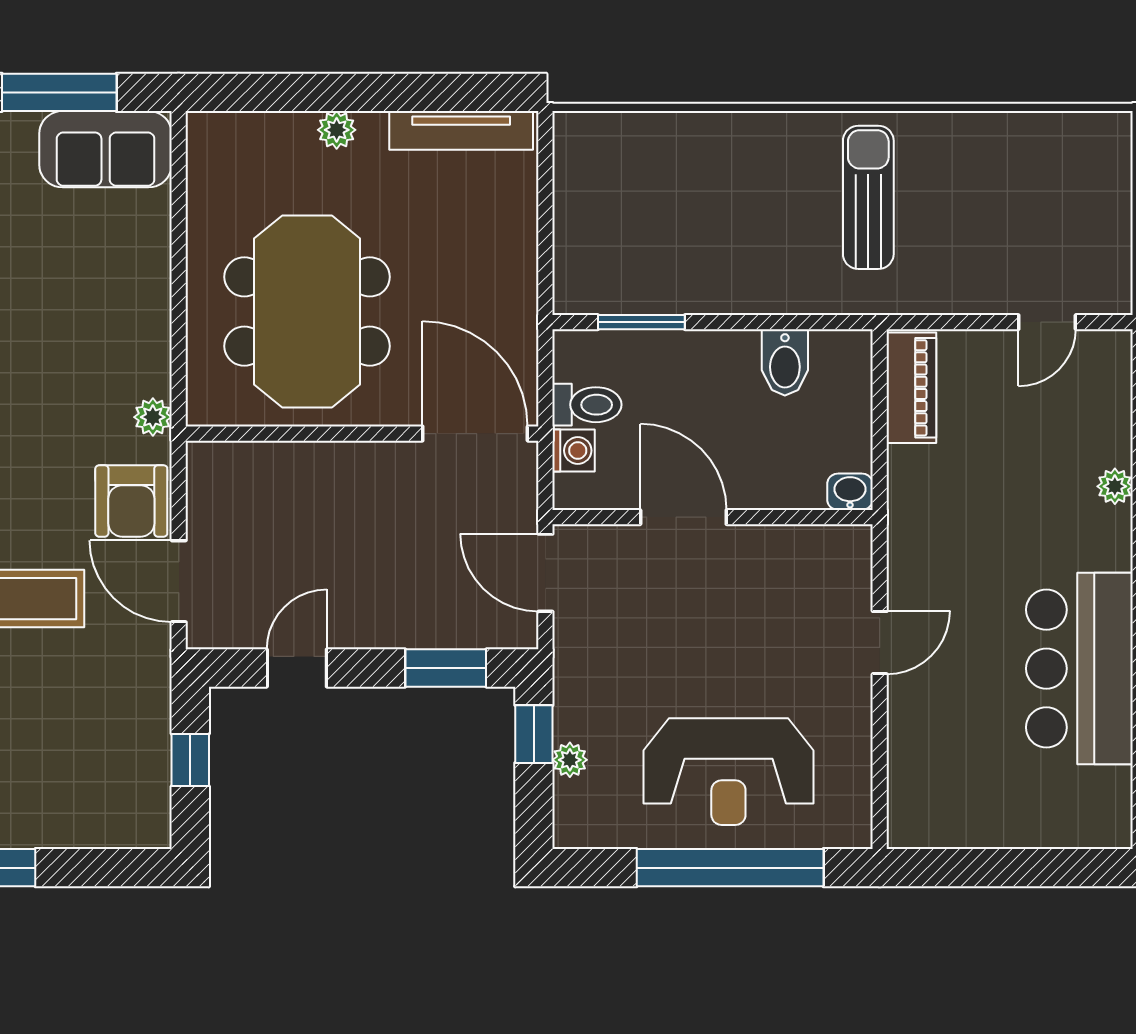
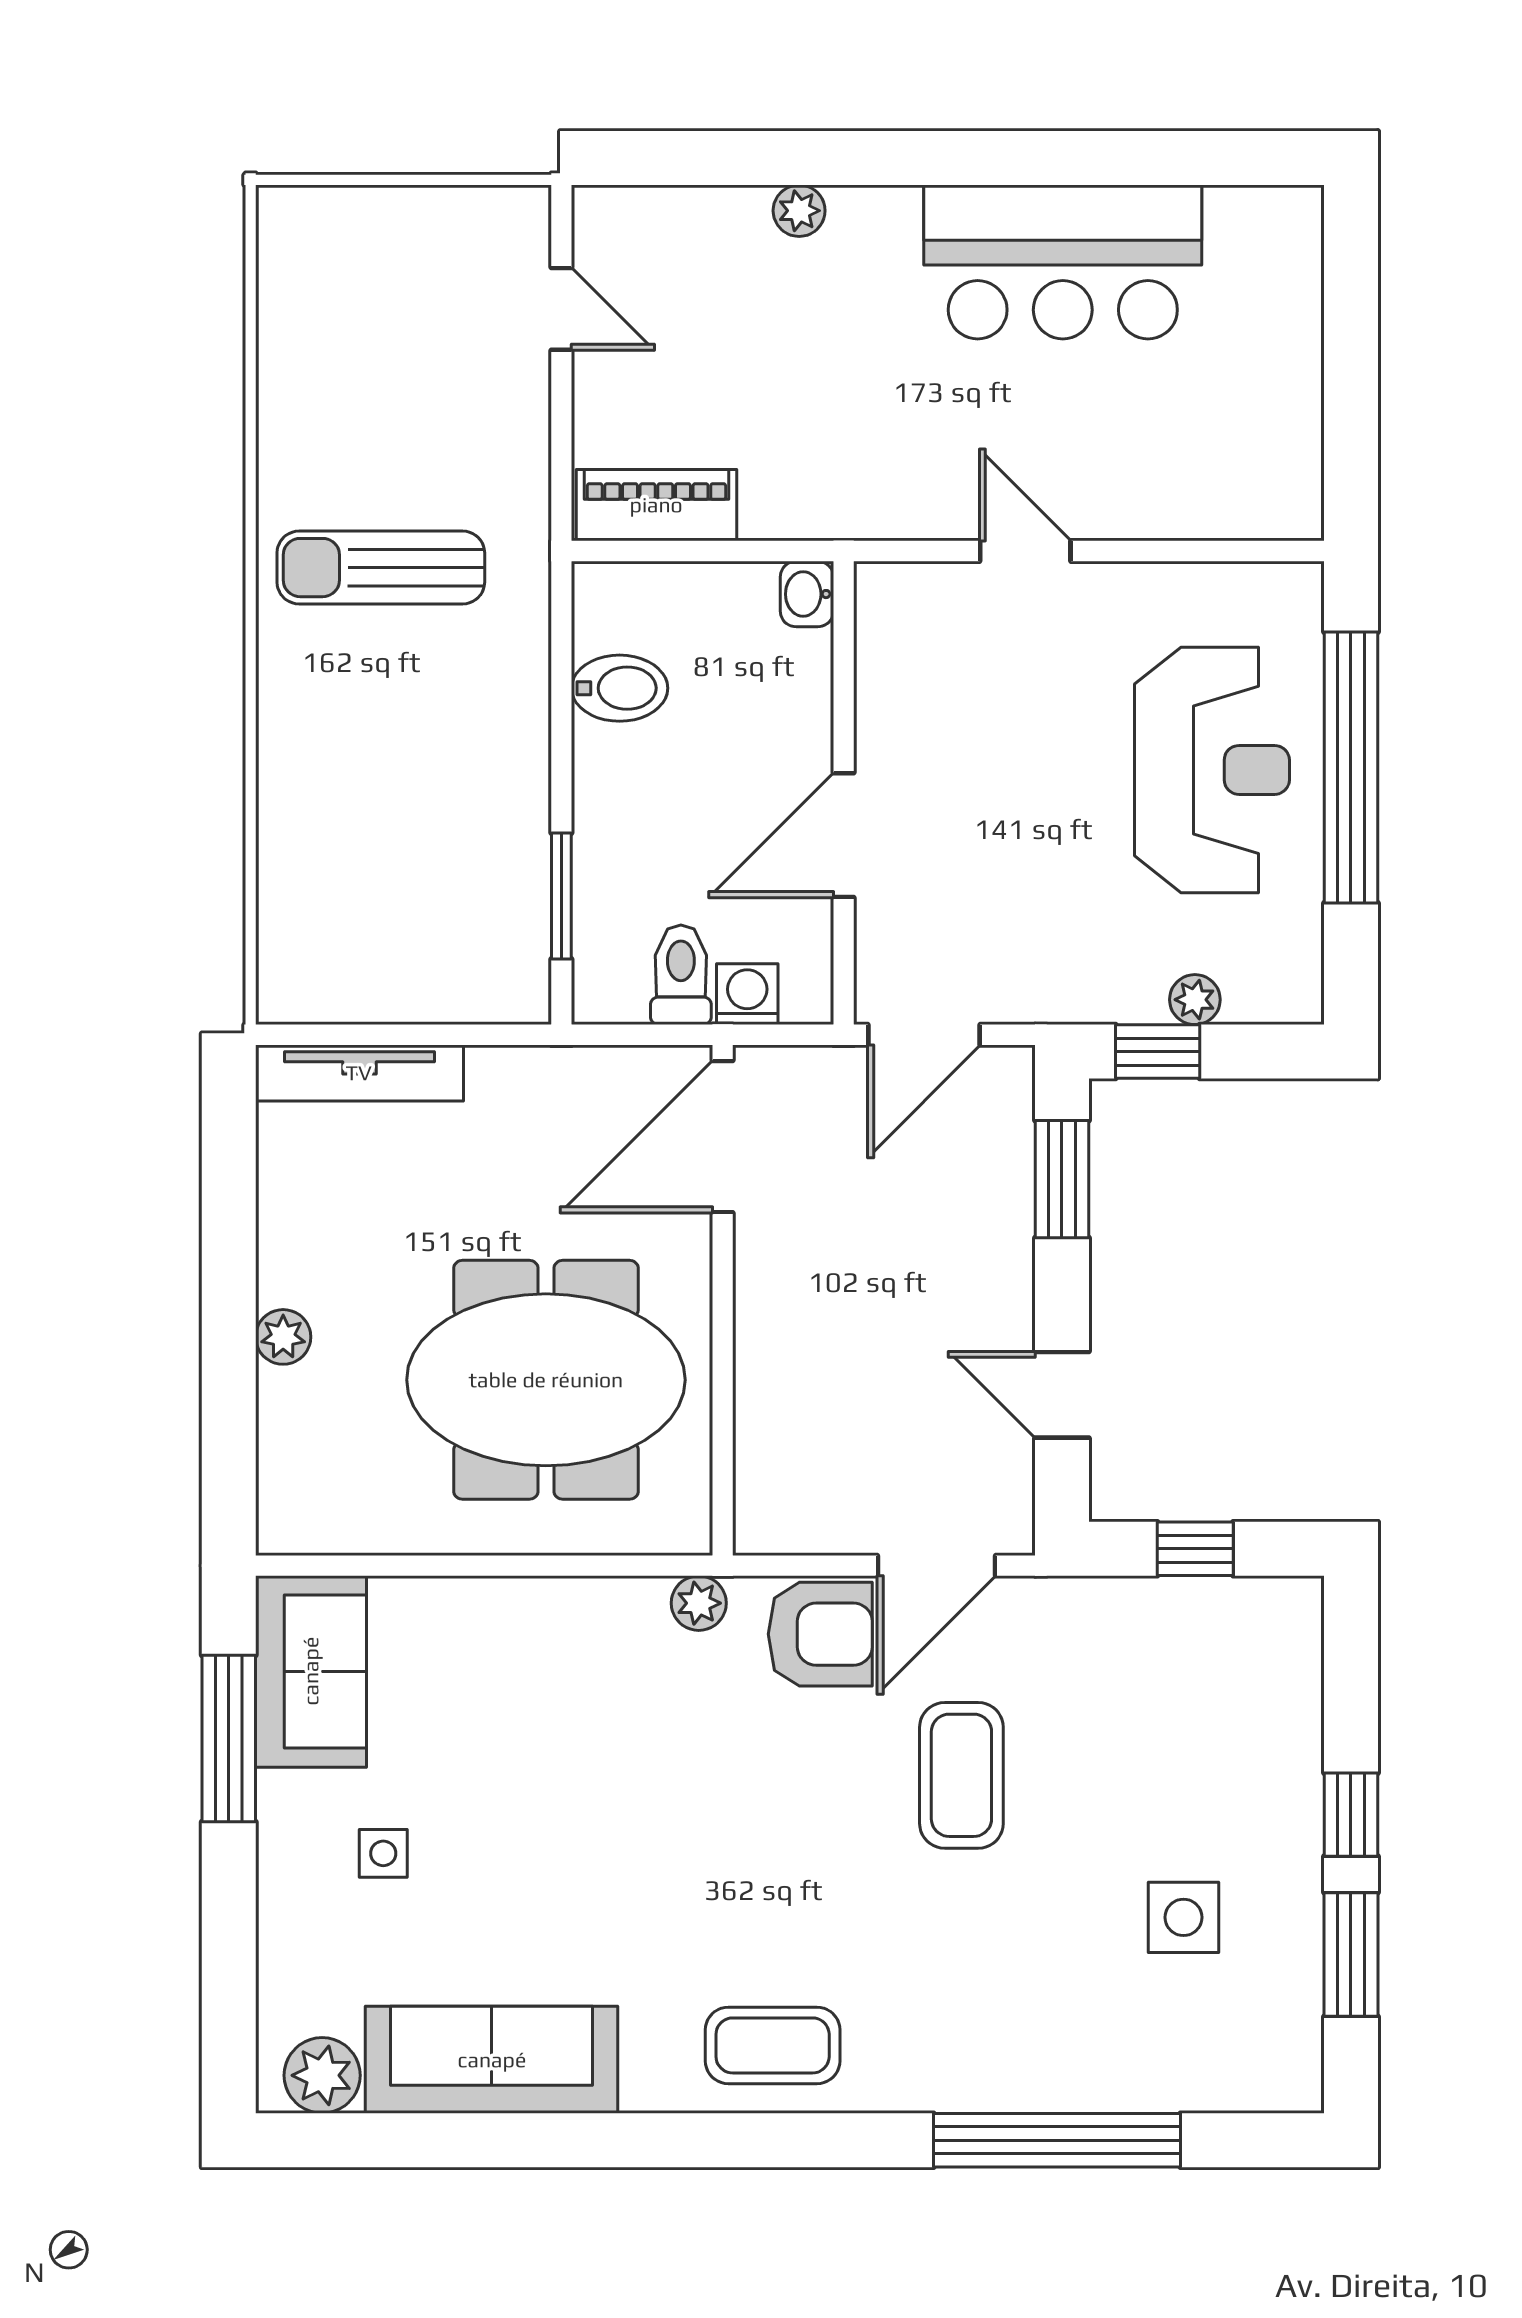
tv unit: (461, 130) -> (359, 1073), moved, turned 90

